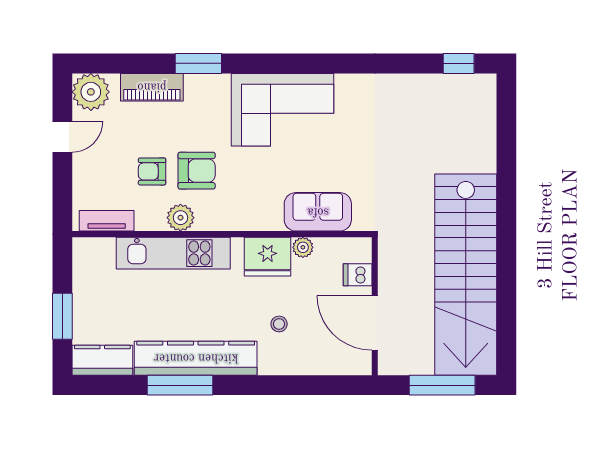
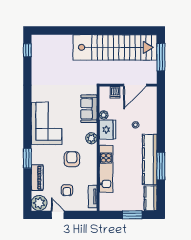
armchair: (152, 171) -> (67, 190), moved
plant: (180, 218) -> (91, 138), moved

